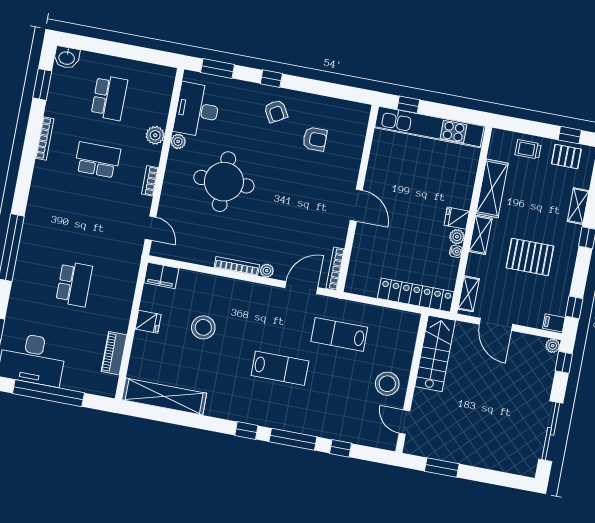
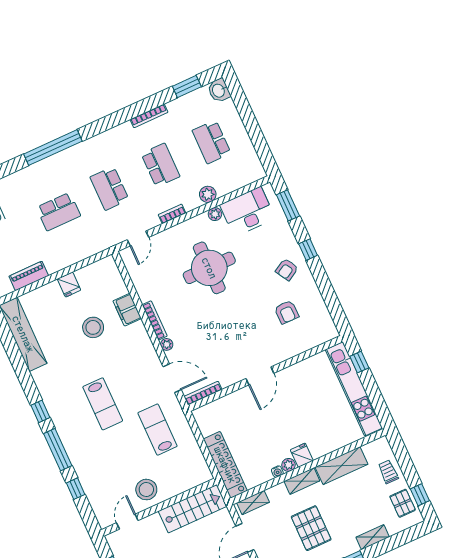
school desk: (109, 98) -> (211, 142), turned 90
school desk: (86, 222) -> (109, 188), added
filing cabinet: (161, 275) -> (127, 310), moved

